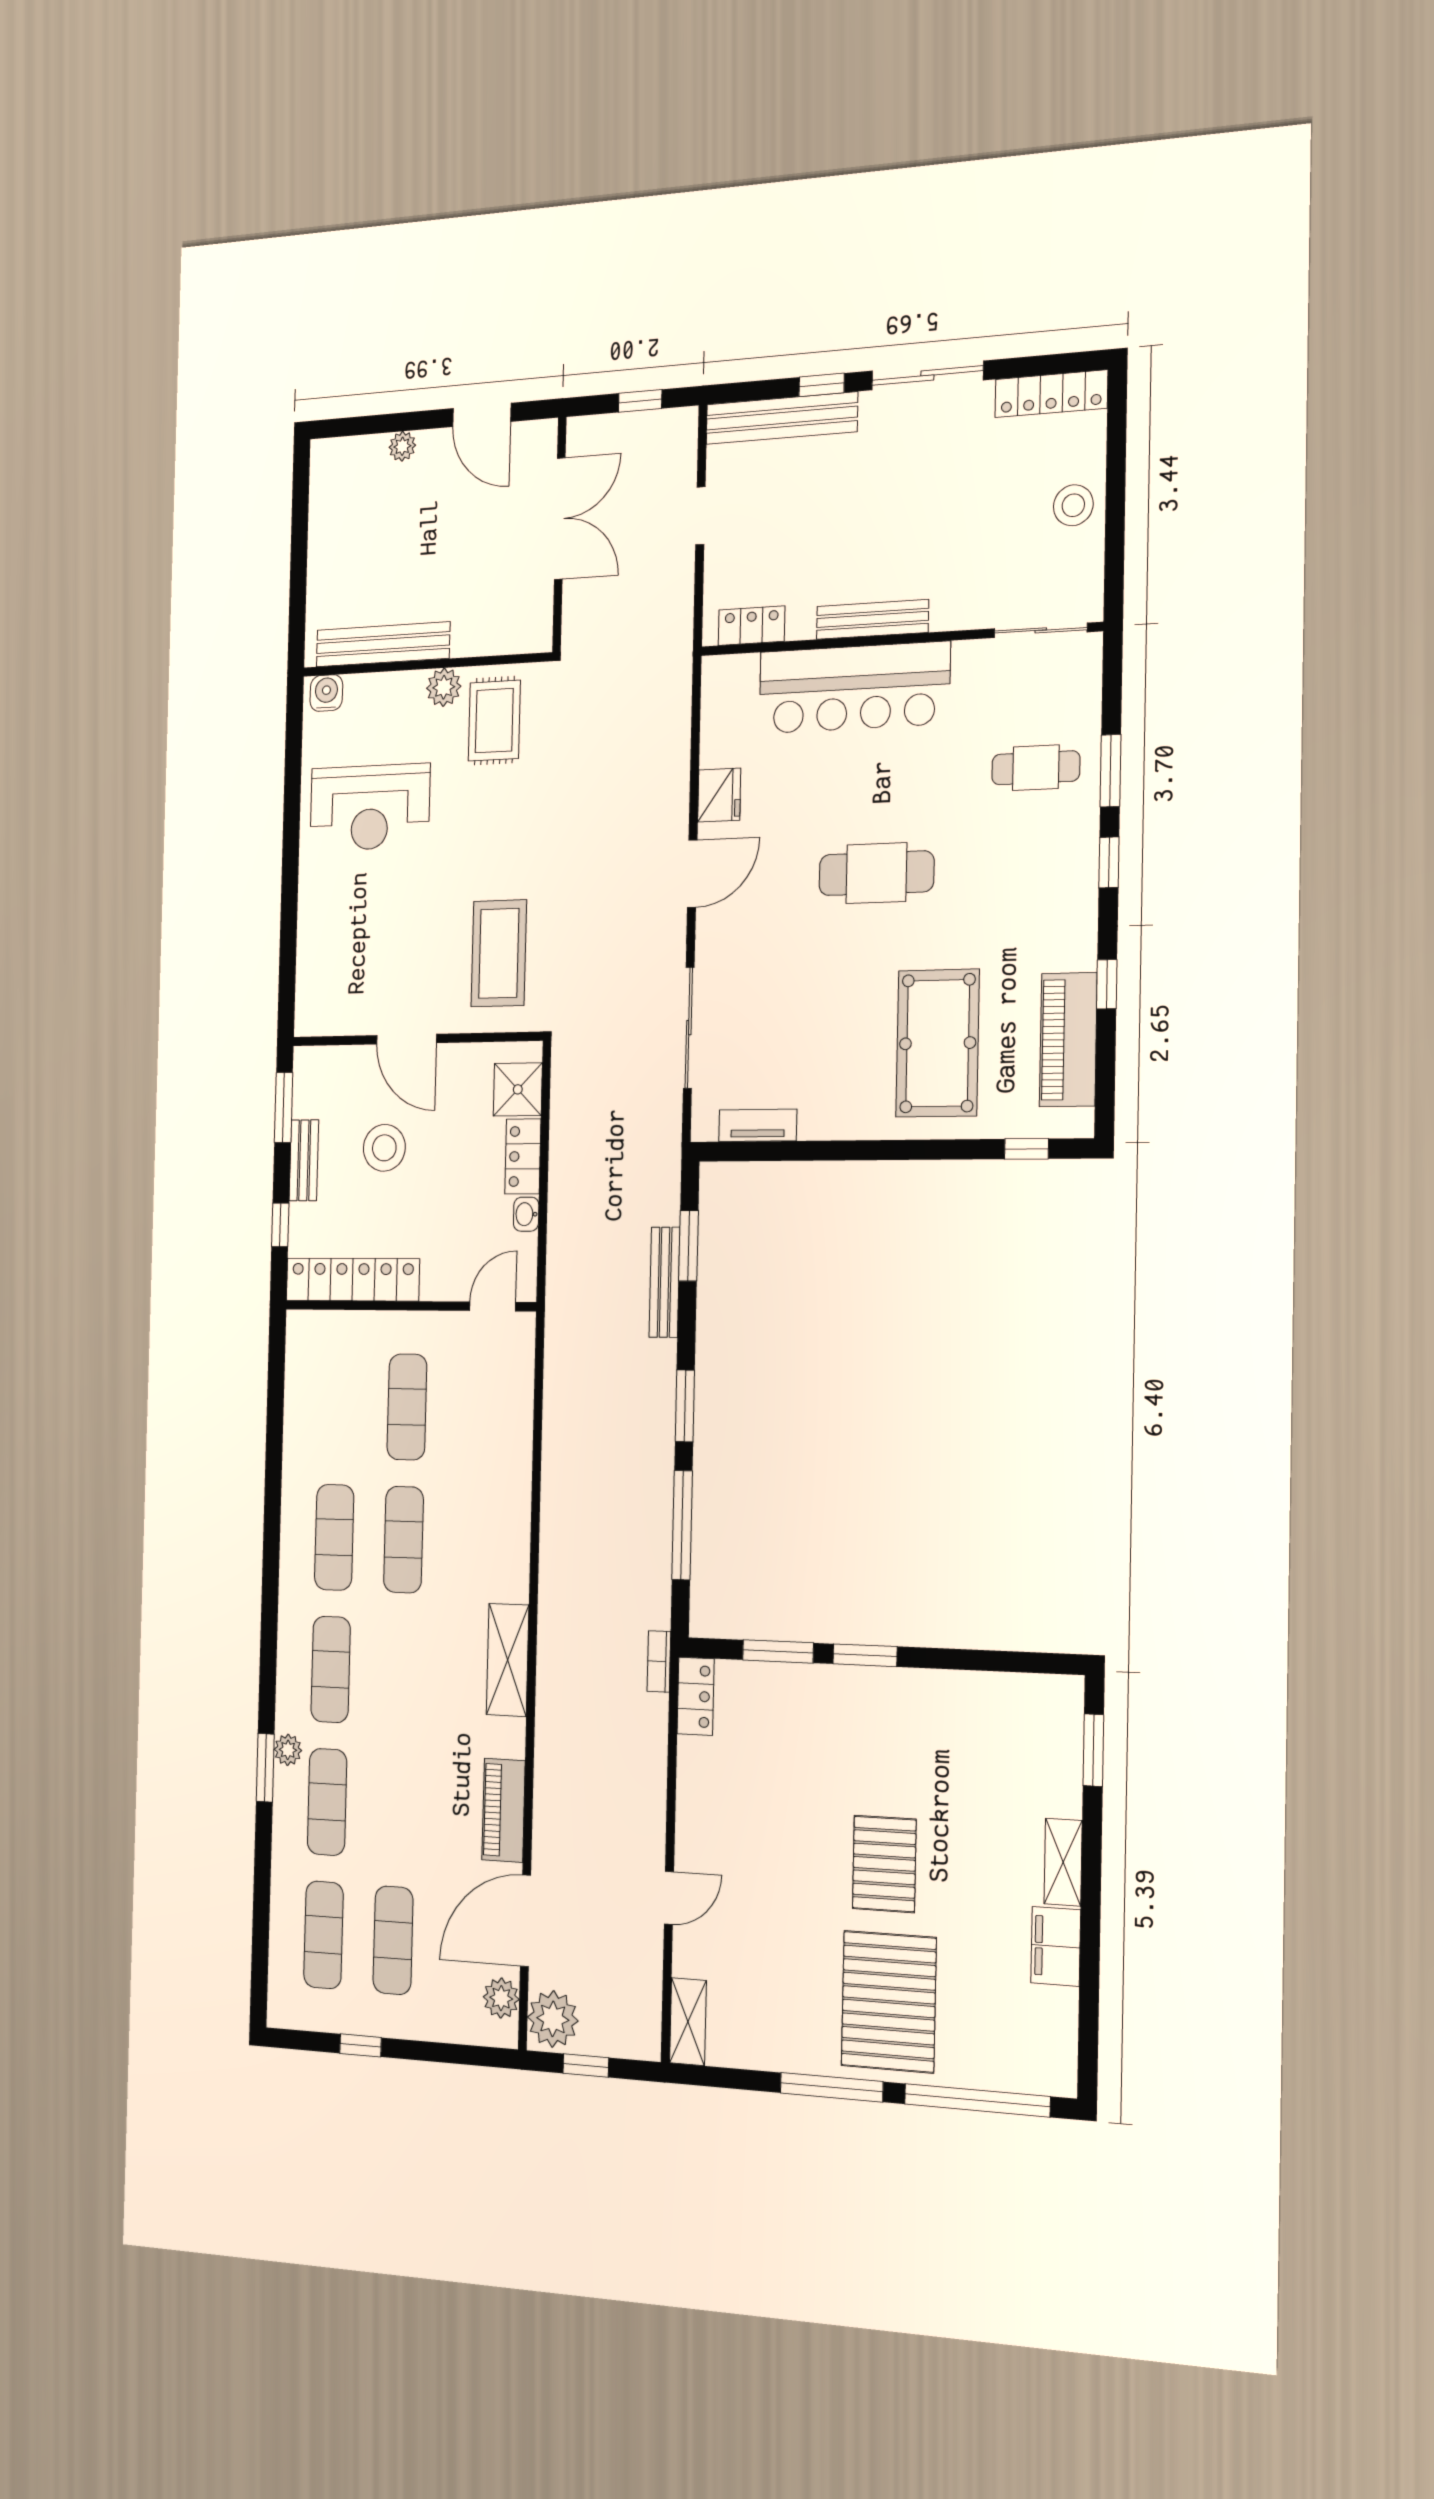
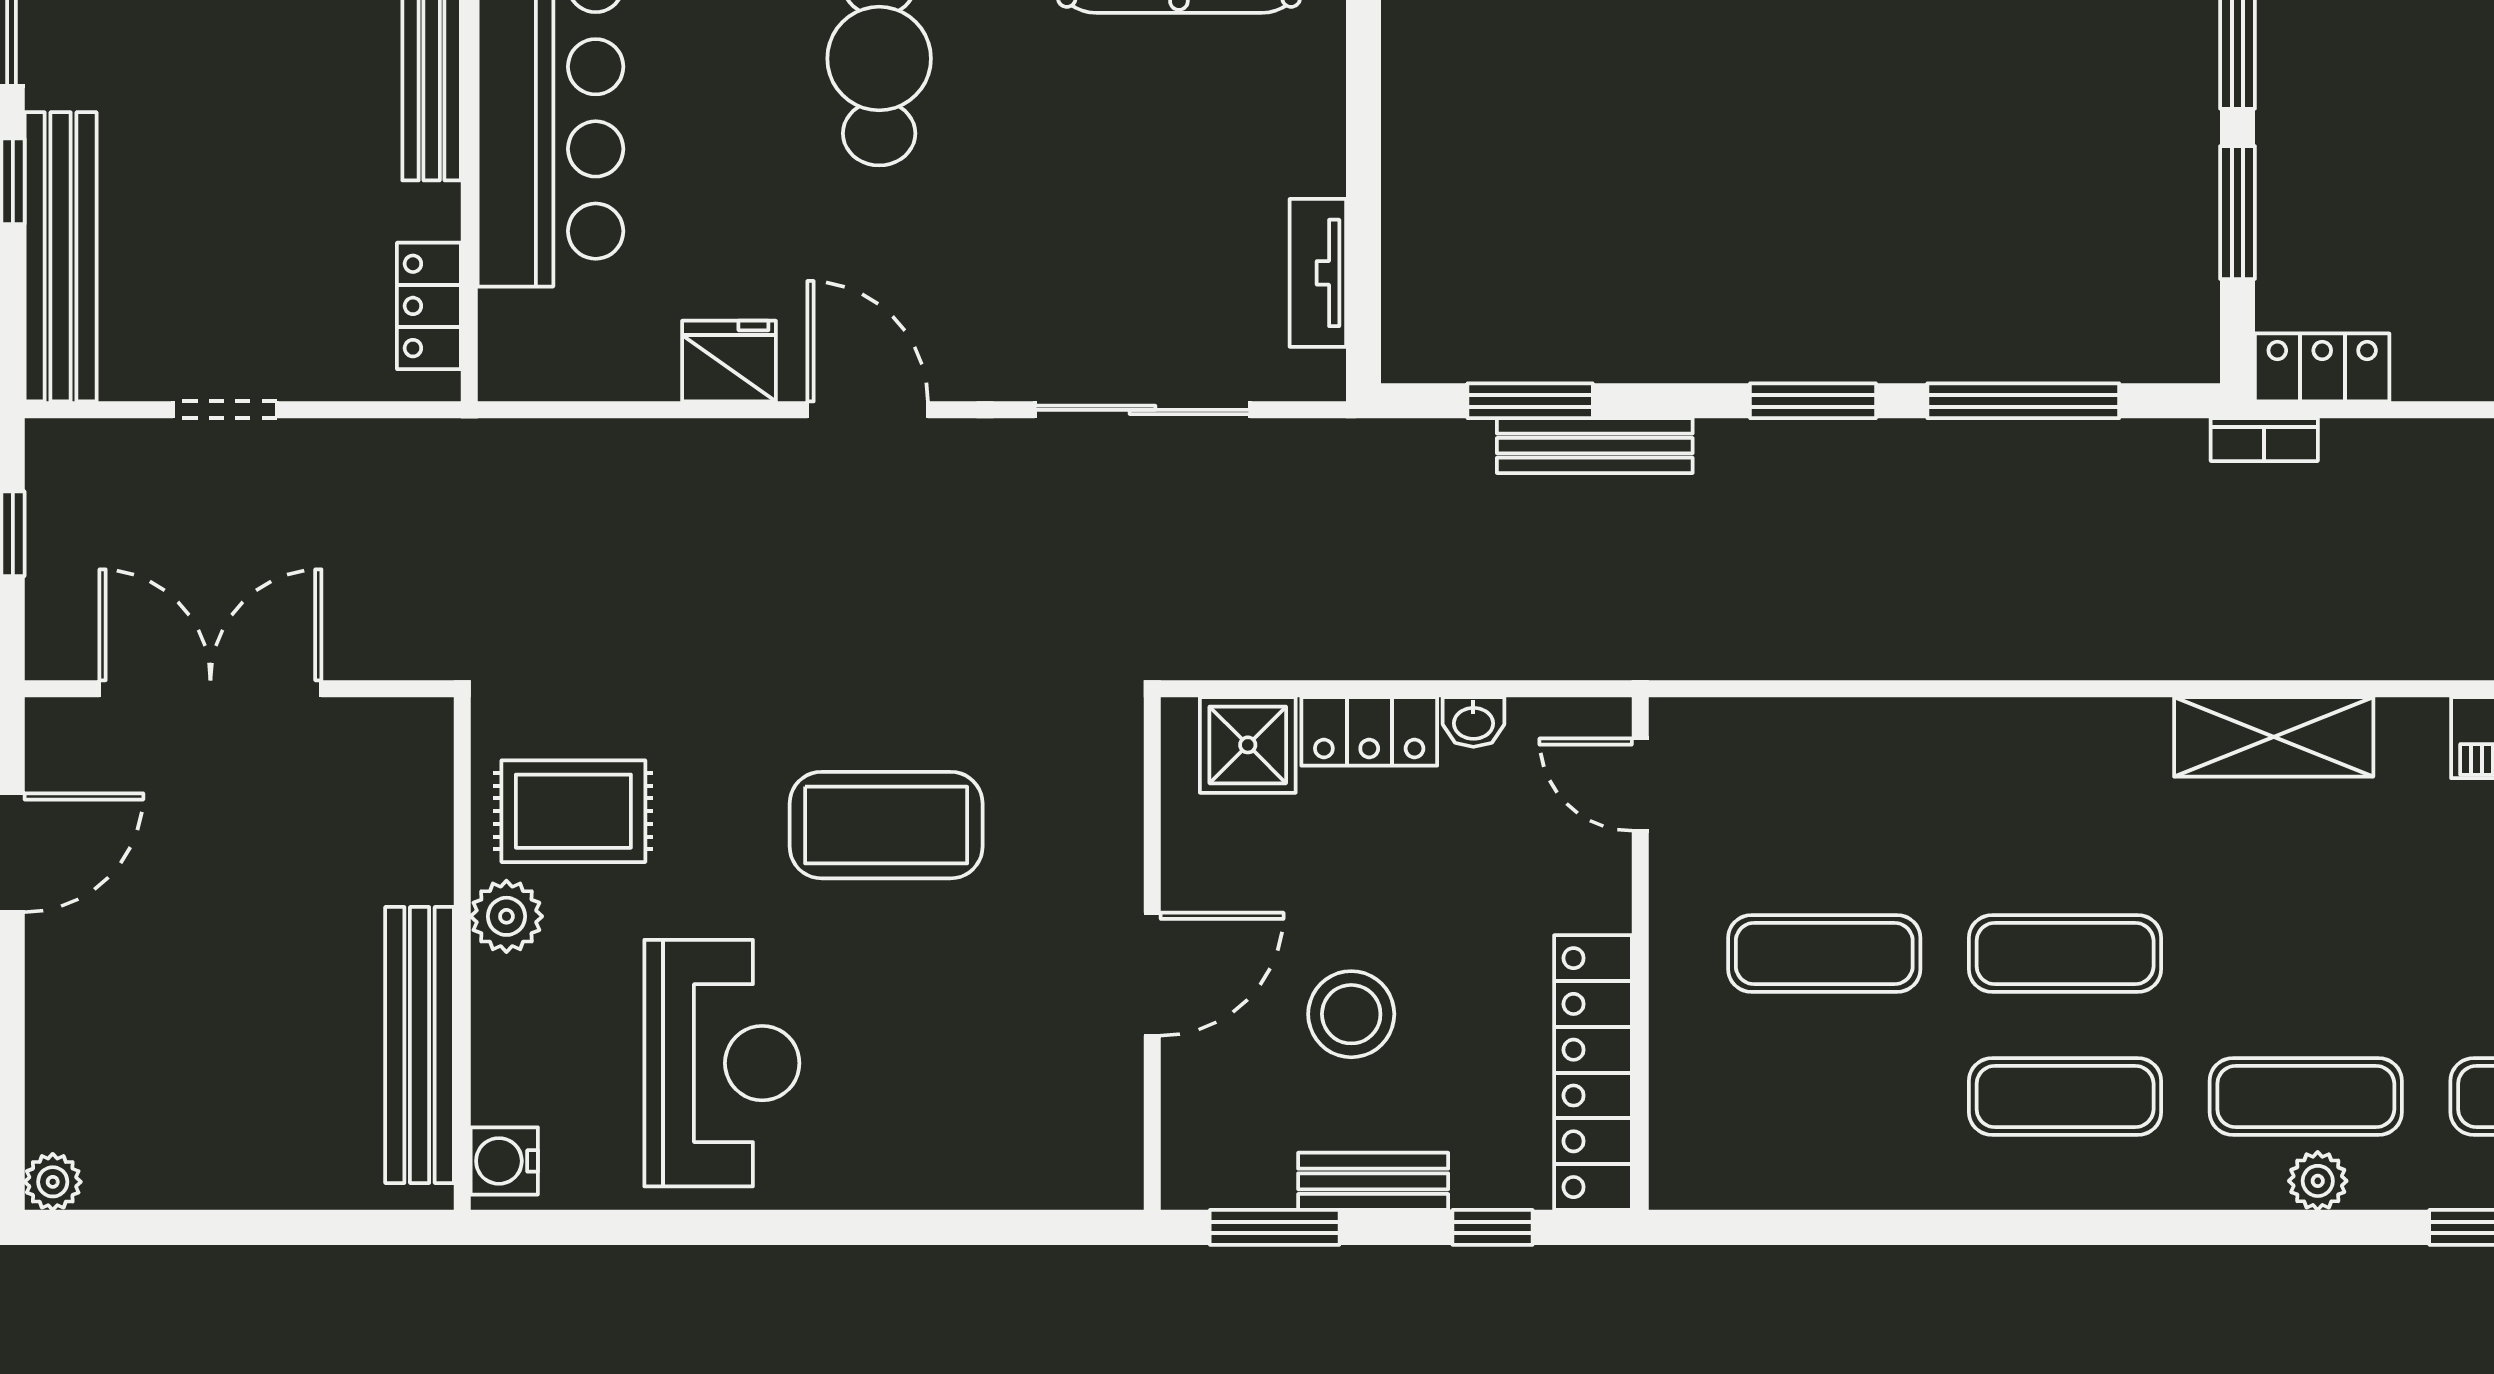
plant: (402, 446) -> (53, 1182), moved
coffee table: (499, 953) -> (886, 825), moved
plant: (288, 1750) -> (2318, 1181), moved

